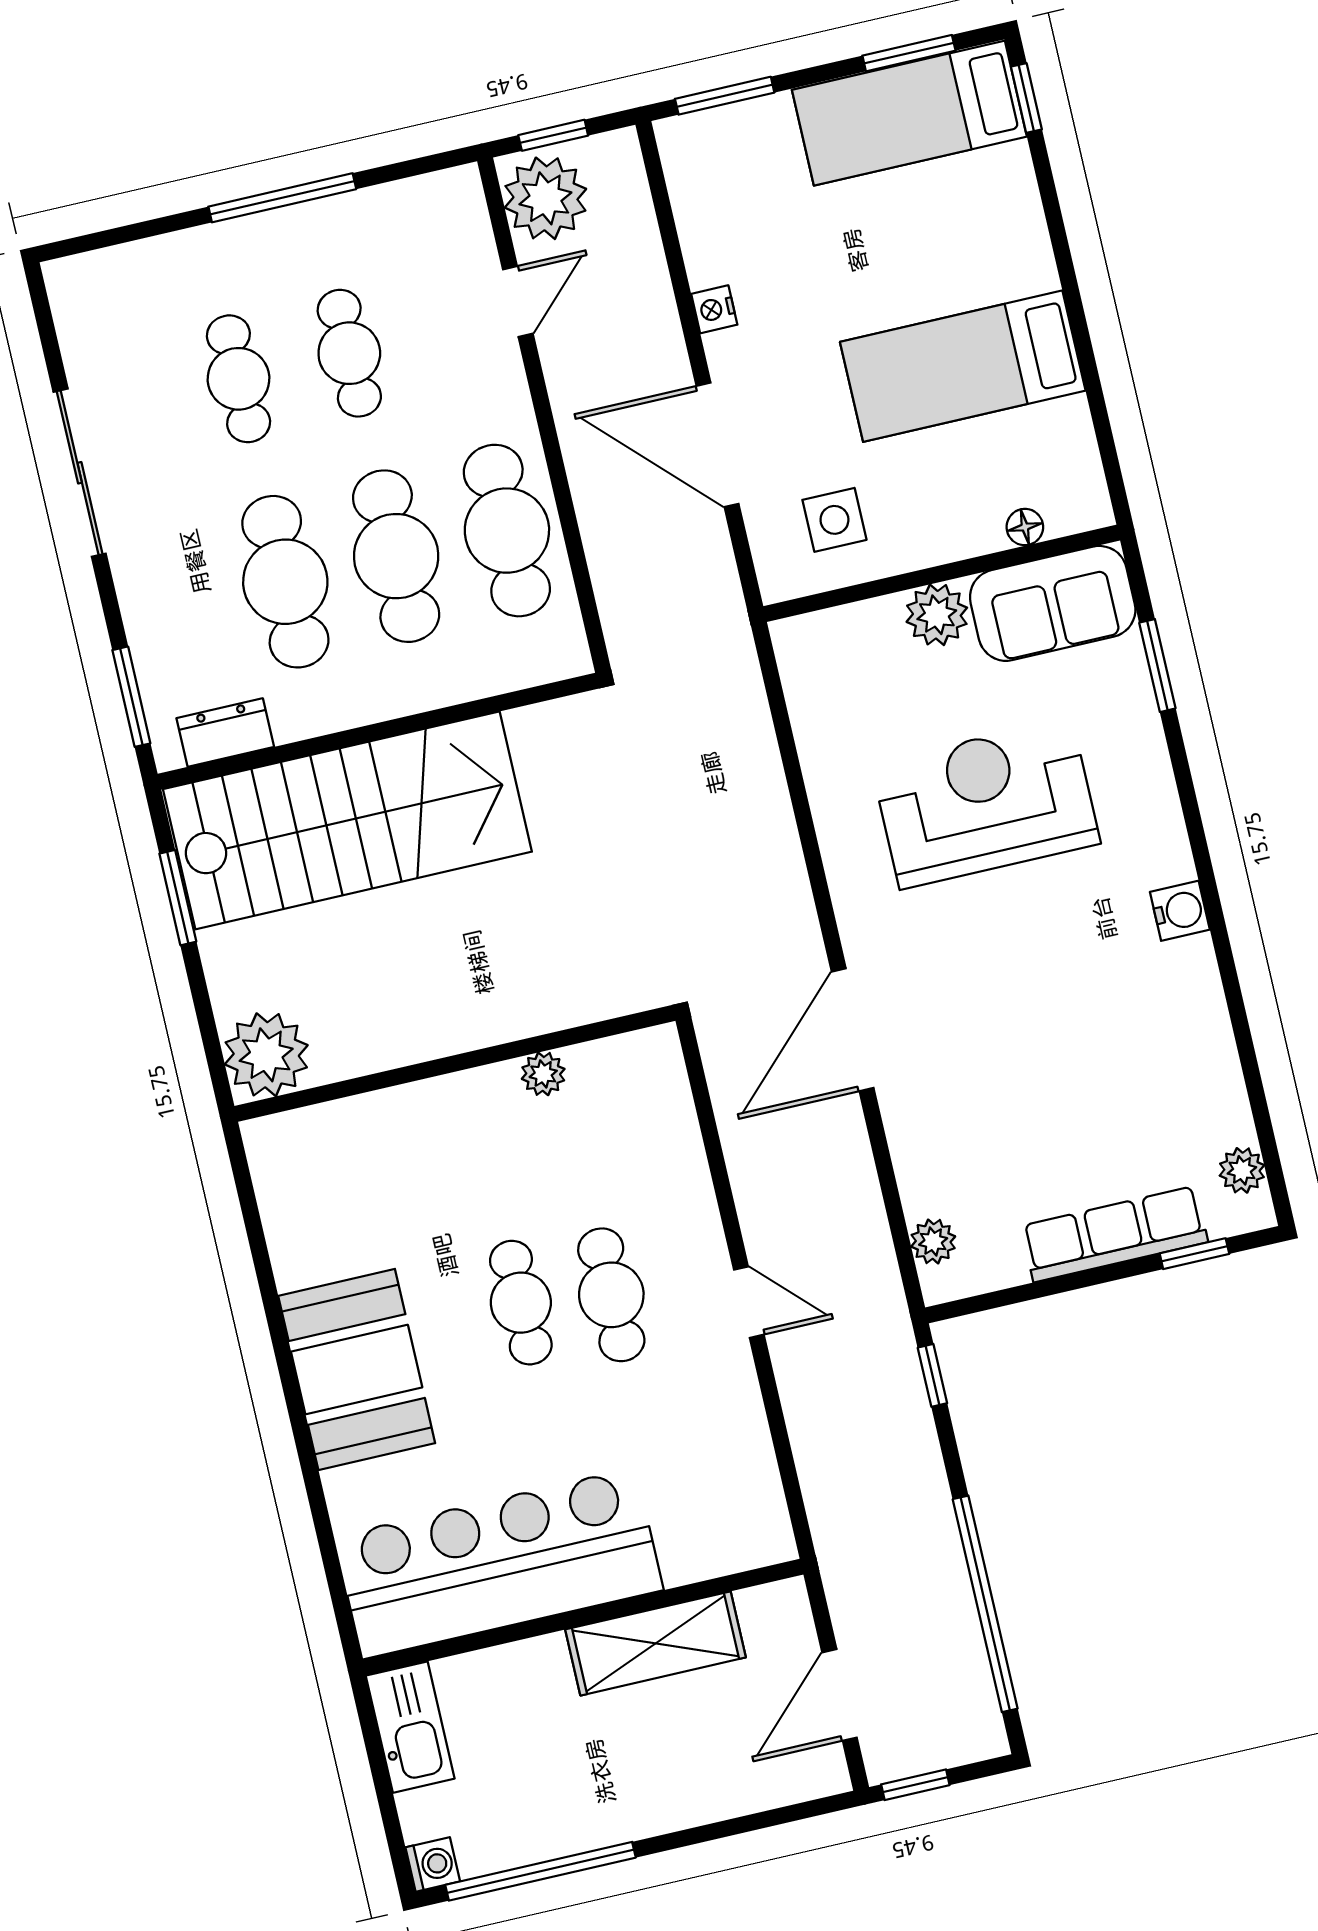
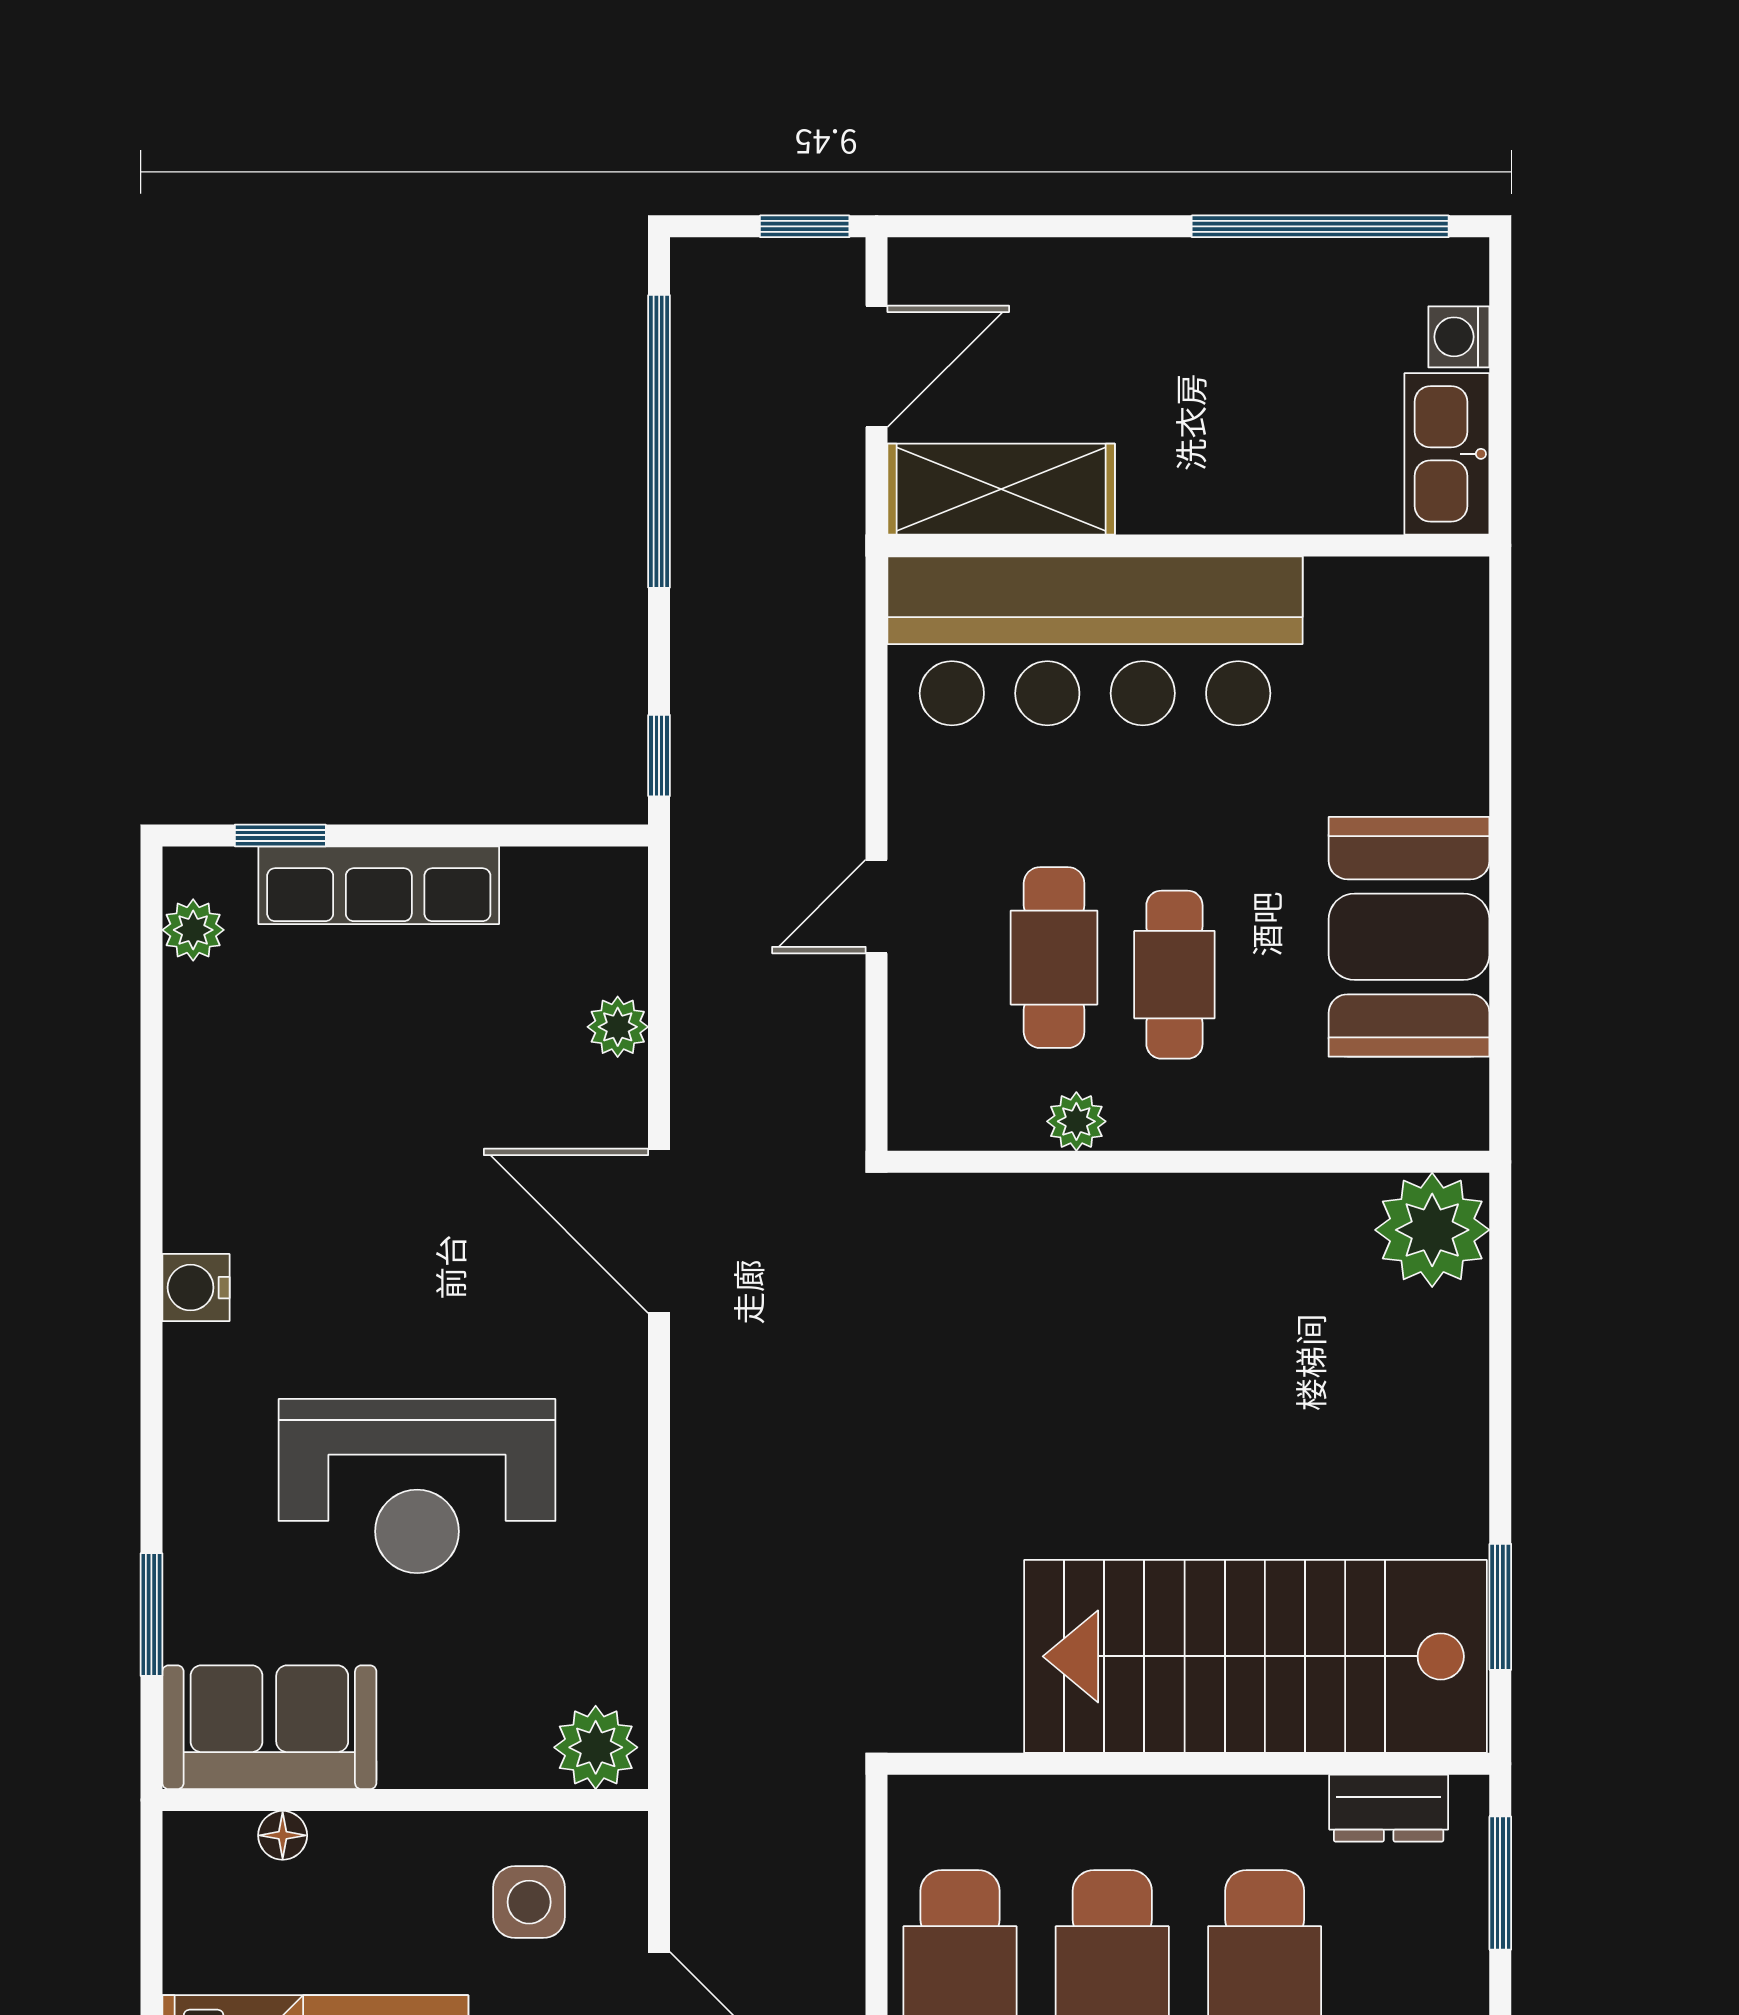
plant: (937, 615) -> (596, 1747), moved
door: (853, 1030) -> (659, 1231), swing flipped
plant: (266, 1055) -> (1432, 1230), moved
wall: (455, 1063) -> (1188, 1162), moved
plant: (543, 1074) -> (1076, 1121), moved
plant: (933, 1241) -> (618, 1027), moved
door: (749, 1302) -> (877, 906), hinge flipped
bar counter: (499, 1563) -> (1095, 641), moved
shelving: (656, 1643) -> (1001, 489), moved
washing machine: (433, 1864) -> (1459, 337), moved

